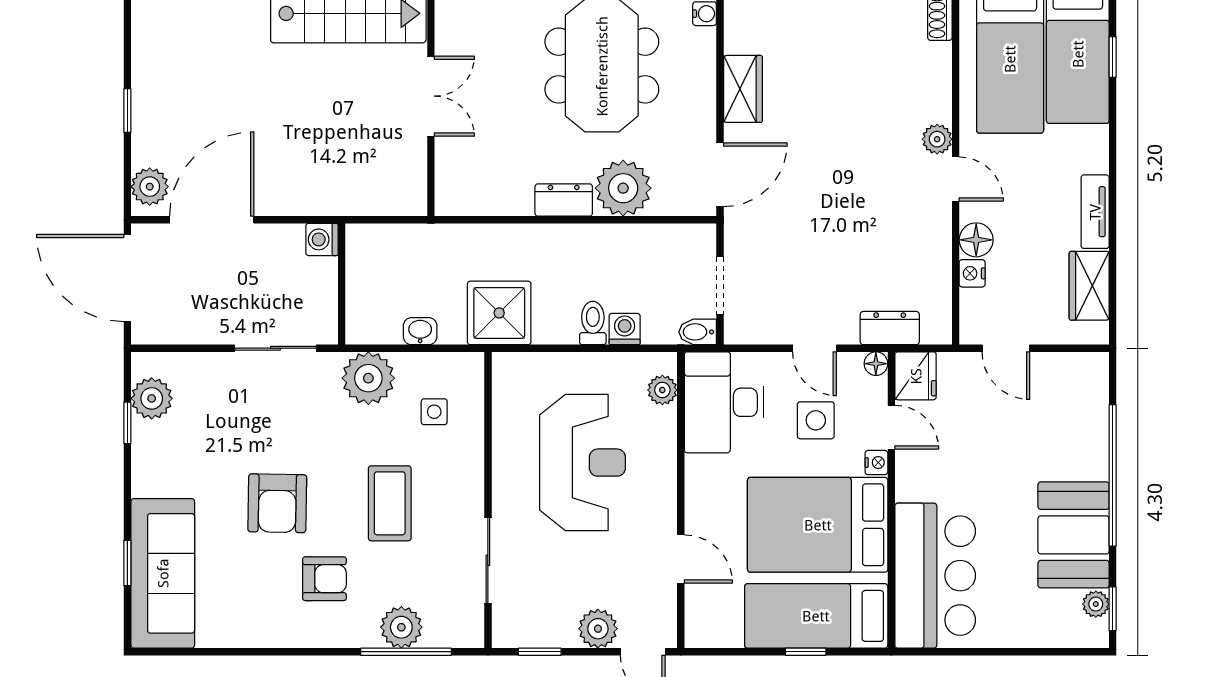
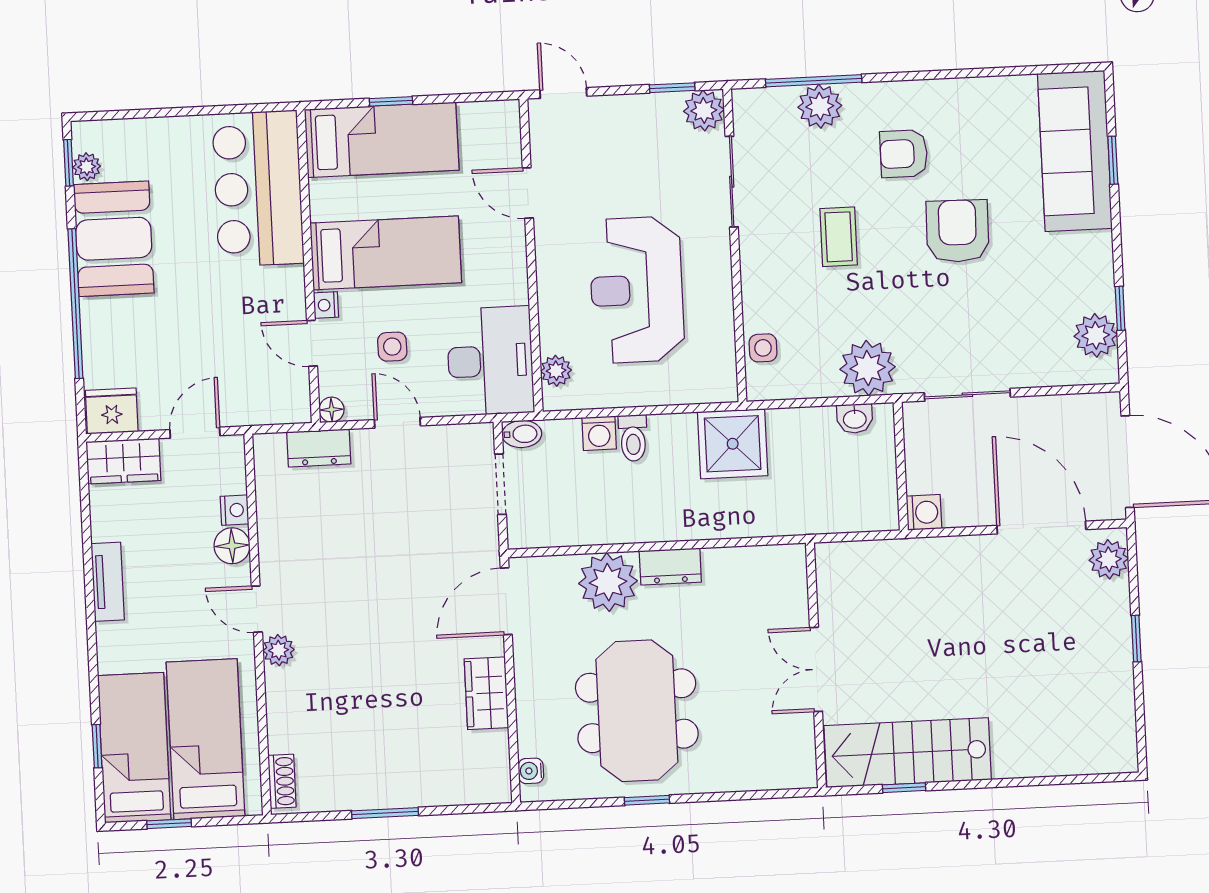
door: (212, 220) -> (1041, 527), swing flipped
wardrobe: (1089, 286) -> (123, 461), moved, turned 90
washbasin: (420, 331) -> (855, 418), moved
door: (1006, 348) -> (195, 433), hinge flipped
fridge: (916, 376) -> (112, 411), moved, turned 90
side table: (434, 412) -> (763, 348), moved
side table: (816, 420) -> (392, 347), width x0.73, depth x0.73
coffee table: (390, 503) -> (839, 237), width x0.73, depth x0.77
bed: (818, 525) -> (386, 253), width x0.67
plant: (598, 629) -> (704, 110), moved

